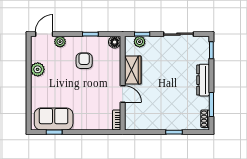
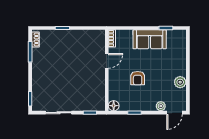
plant: (140, 42) -> (92, 106), removed
armchair: (84, 61) -> (138, 78), moved
wardrobe: (133, 70) -> (98, 82), removed
dresser: (203, 80) -> (37, 73), removed
door: (123, 94) -> (107, 61), swing flipped
sofa: (54, 119) -> (150, 39), moved

